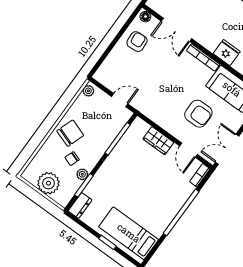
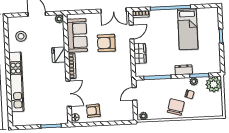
door: (120, 100) -> (134, 94), hinge flipped
armchair: (198, 114) -> (106, 43), turned -90
chair: (70, 133) -> (176, 107), turned 87
plant: (48, 183) -> (214, 84), moved
dresser: (80, 205) -> (184, 70), moved
bed: (129, 233) -> (188, 29), moved

